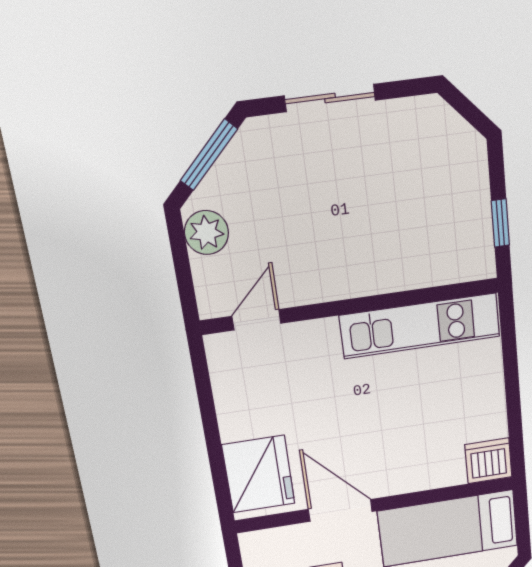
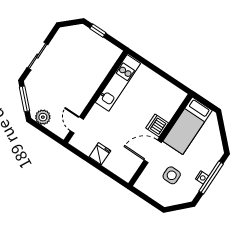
window: (500, 223) -> (98, 31), moved
dishwasher: (488, 461) -> (157, 125), moved
fridge: (259, 474) -> (100, 154), moved, width x0.53, depth x0.75

